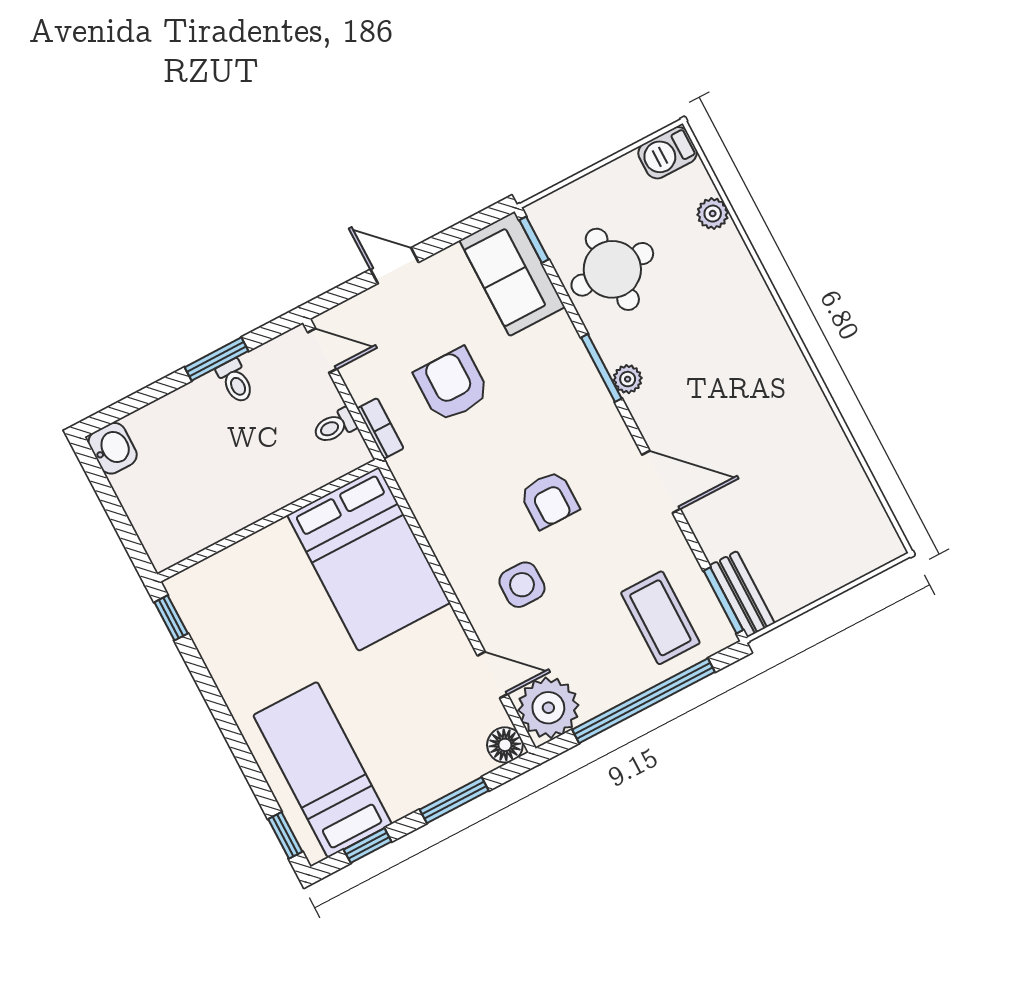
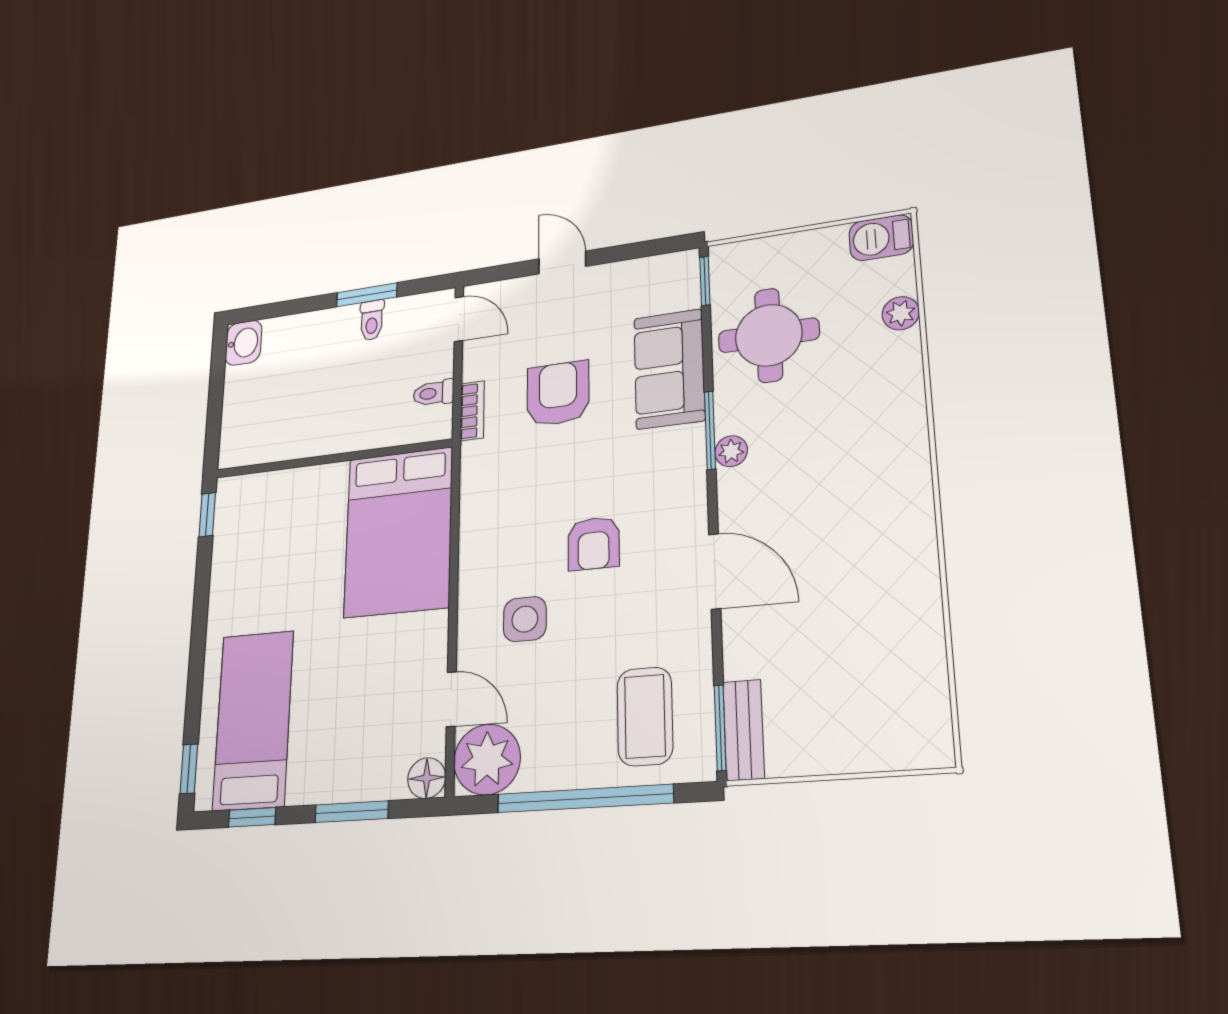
sofa: (512, 274) -> (669, 369), moved

